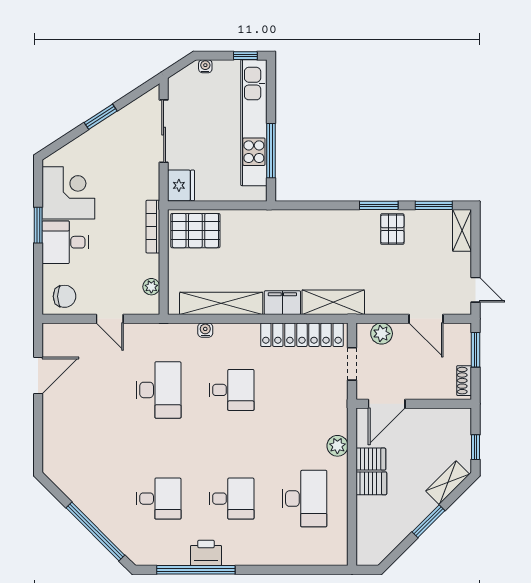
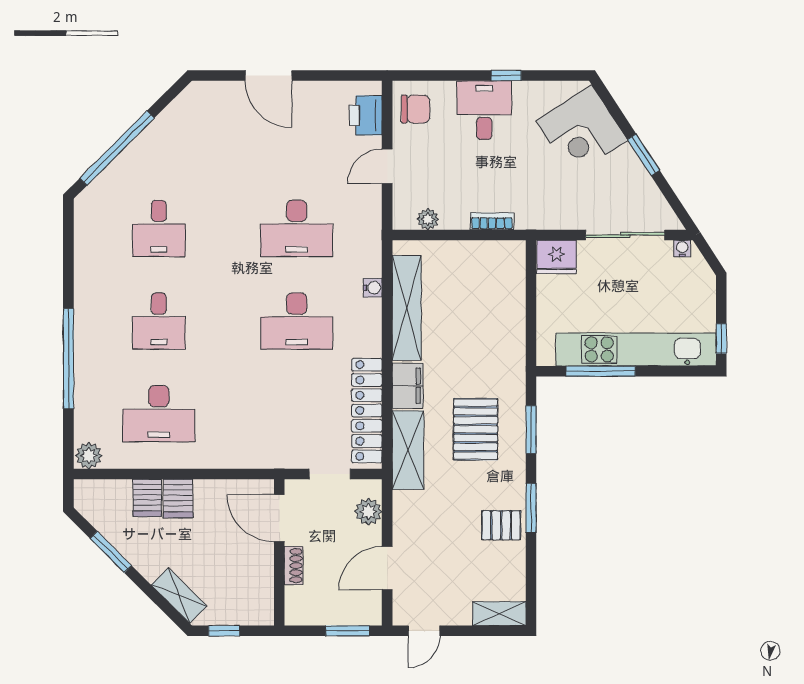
water cooler: (205, 66) -> (682, 248), moved, turned -90
corner desk: (68, 193) -> (582, 131), moved, turned 57
window: (434, 205) -> (531, 430), moved
window: (38, 225) -> (506, 76), width x0.67
bookcase: (153, 227) -> (492, 221), width x0.64
pallet: (195, 231) -> (476, 429), moved
chair: (65, 296) -> (416, 109), turned -90
door: (38, 375) -> (268, 76), moved
shoe rack: (464, 381) -> (294, 566), moved, turned 90
desk: (232, 390) -> (297, 321), width x1.37
plant: (337, 446) -> (89, 456), moved
server rack: (371, 459) -> (147, 498), moved
window: (428, 521) -> (111, 552), moved
printer: (206, 553) -> (366, 115), moved, turned 180
window: (196, 570) -> (68, 359), moved

